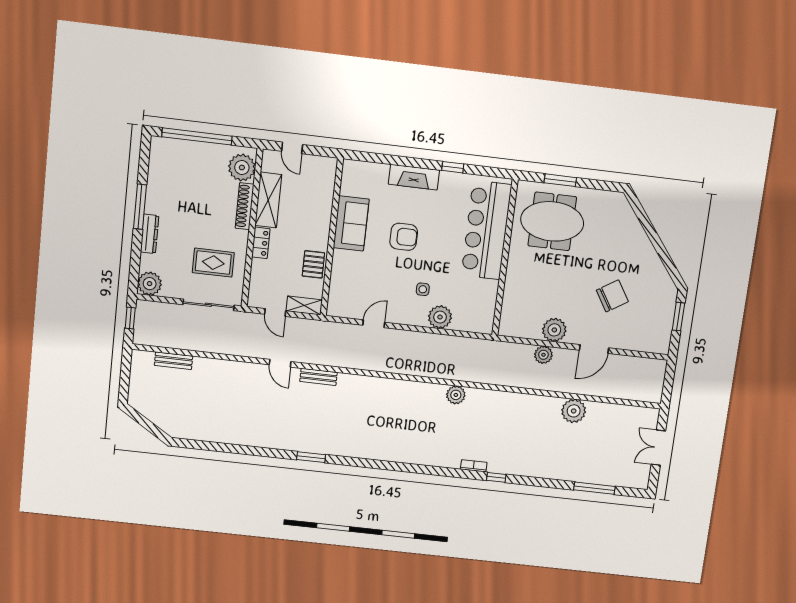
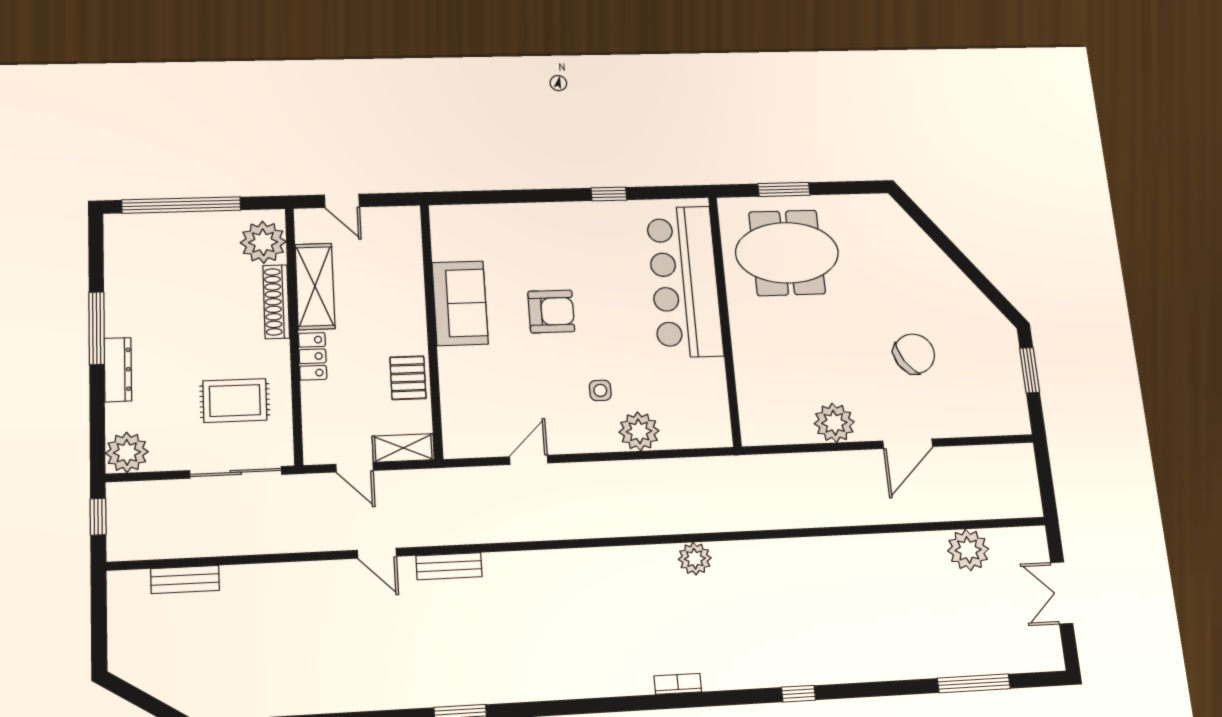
fireplace: (414, 177) -> (549, 218), removed
plant: (543, 355) -> (827, 467), removed
plant: (574, 411) -> (968, 550), moved
bookcase: (474, 466) -> (678, 684), moved

